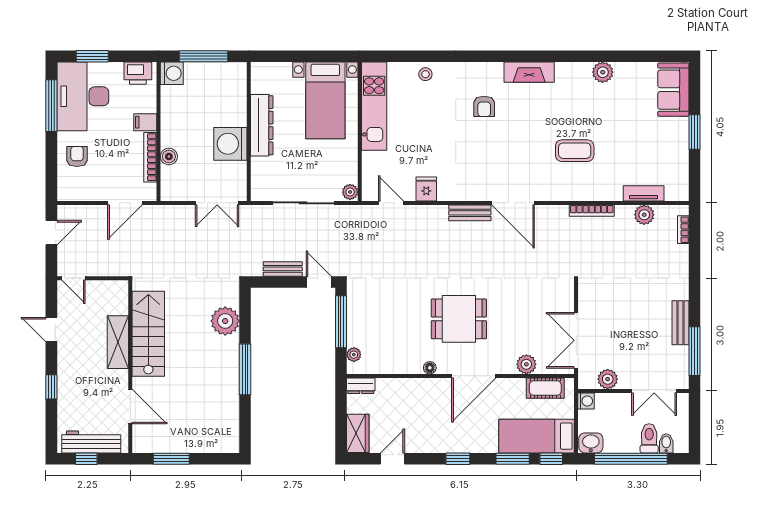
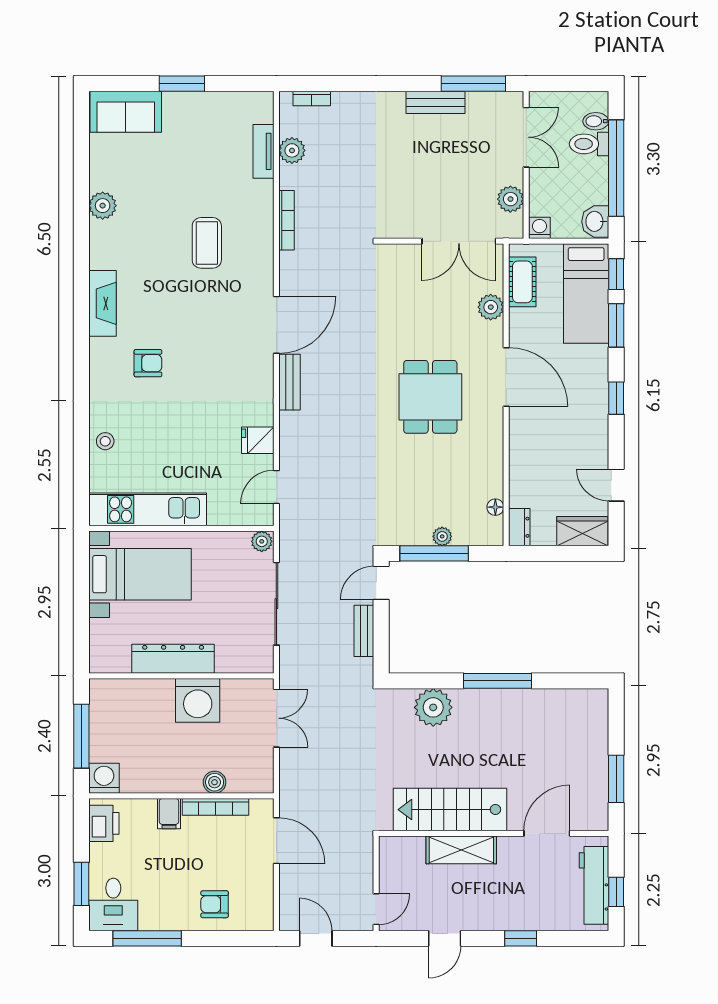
desk: (83, 96) -> (113, 904), width x0.53, depth x0.77
plant: (354, 355) -> (442, 536), moved
floor lamp: (430, 368) -> (495, 507), moved

